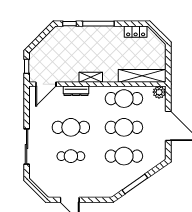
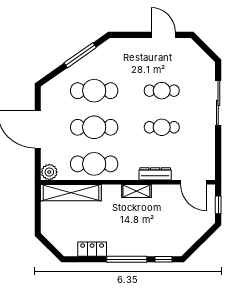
locker: (136, 32) -> (92, 249), moved
door: (46, 84) -> (194, 182), swing flipped
cafe table: (71, 127) -> (162, 127), width x0.73, depth x0.74

